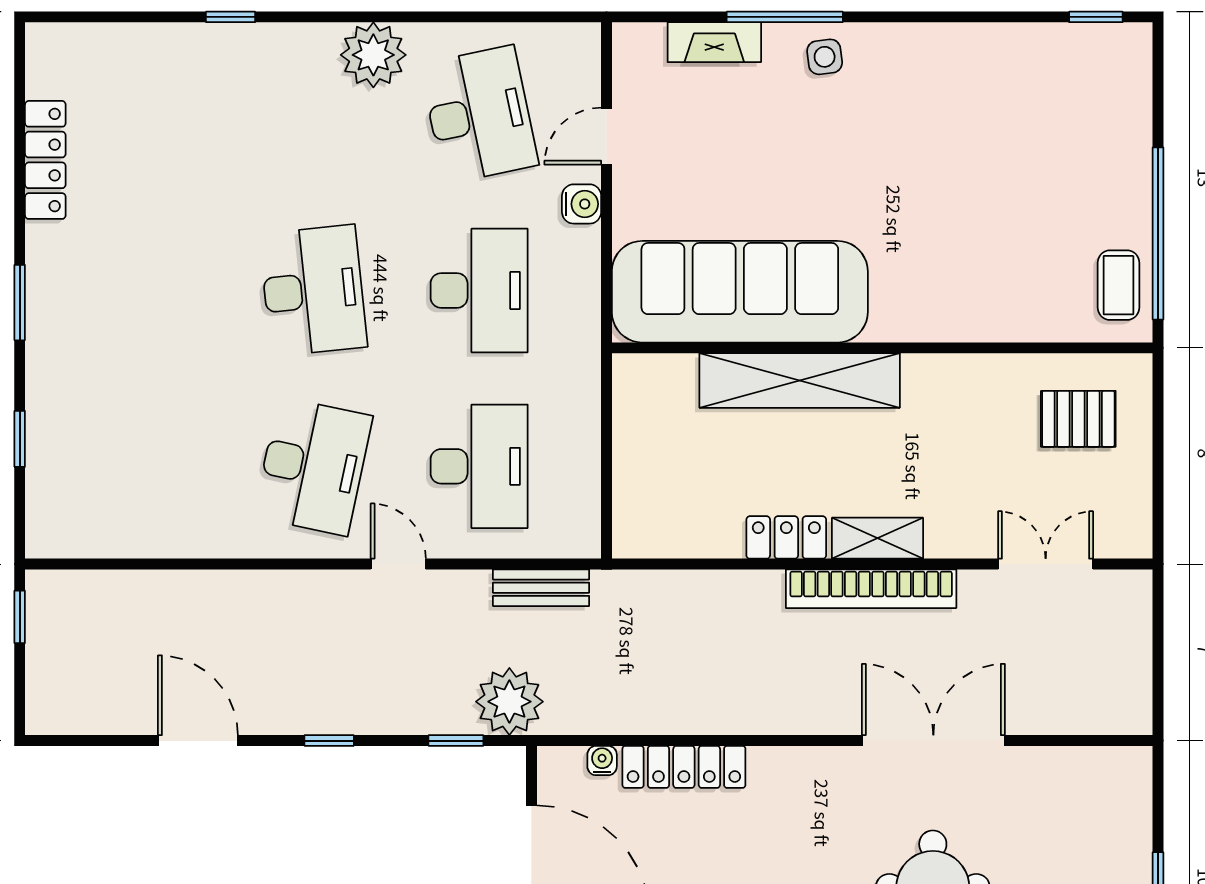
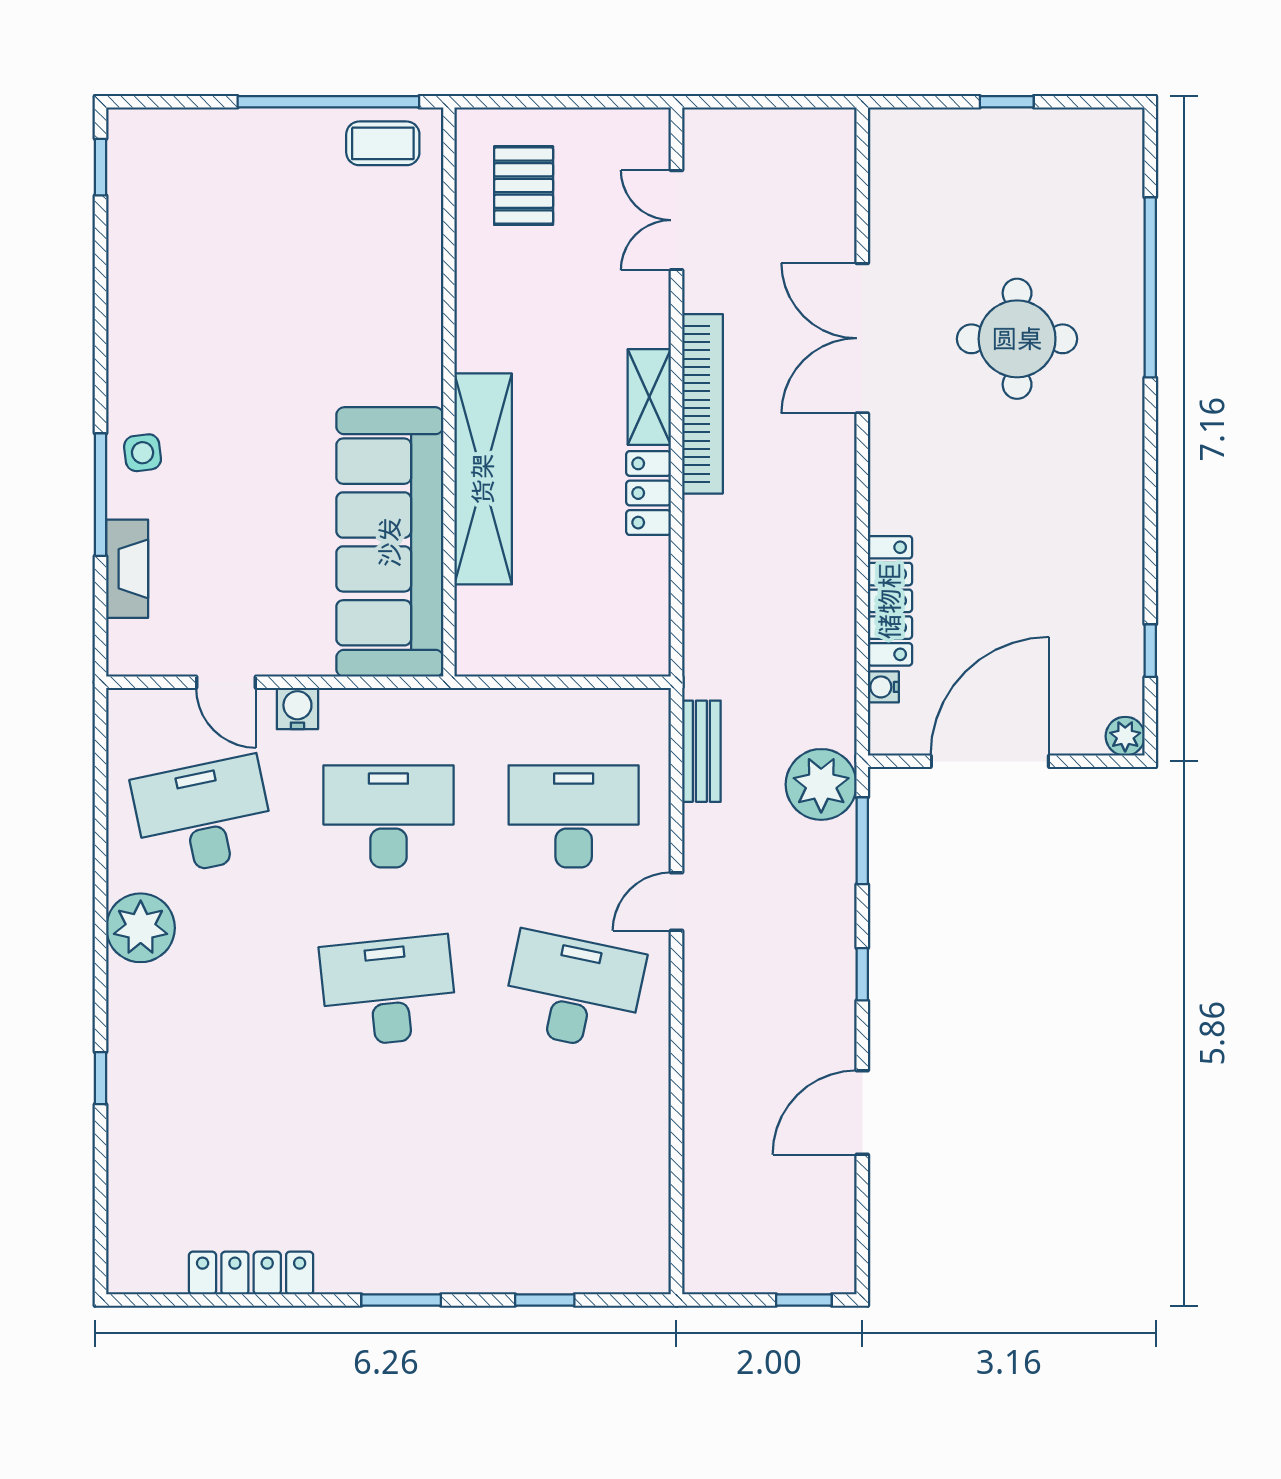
window: (20, 617) -> (804, 1300), moved
window: (456, 741) -> (862, 841), width x1.50

